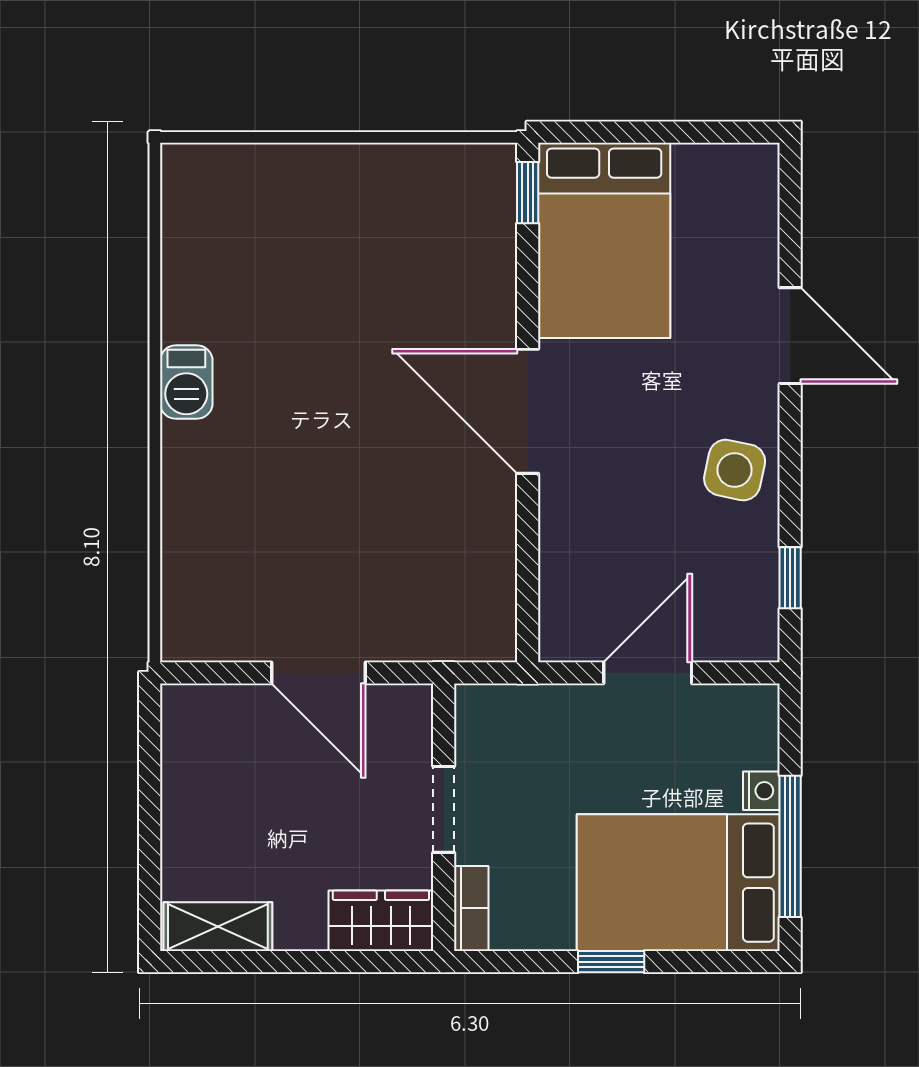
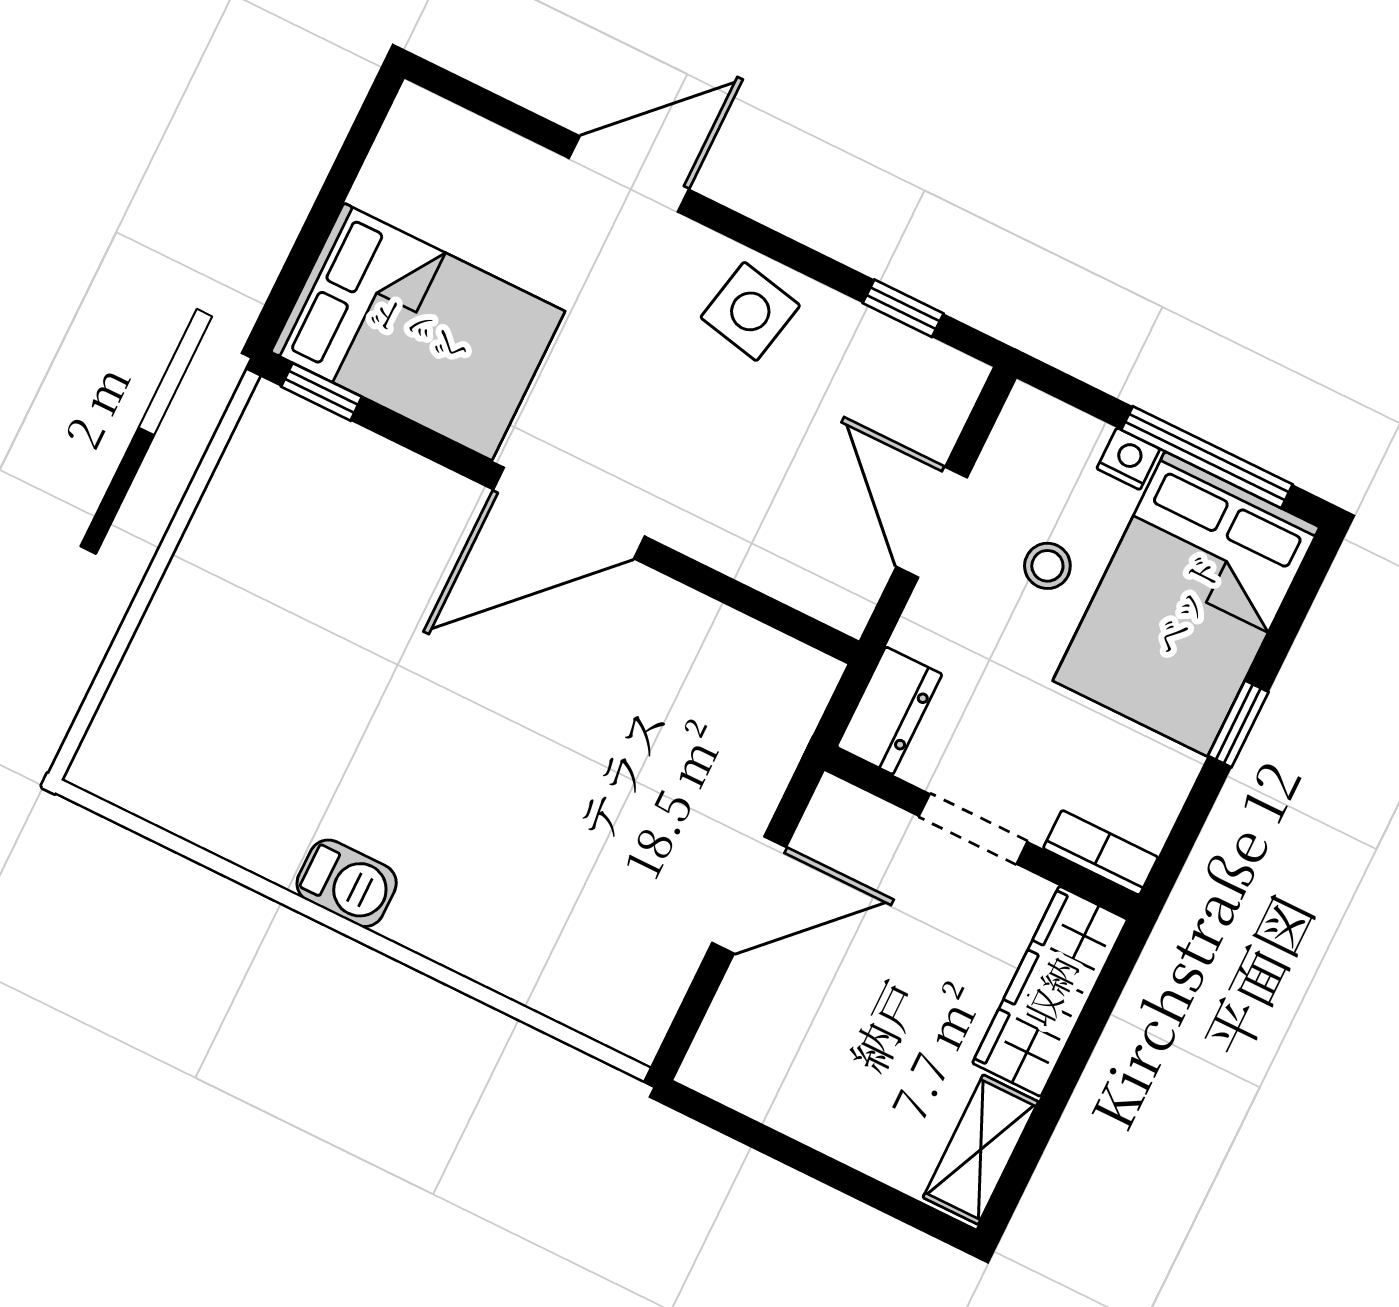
dresser: (499, 708) -> (889, 711), added
stool: (657, 771) -> (1047, 566), added
wardrobe: (381, 921) -> (1050, 991), width x1.50

